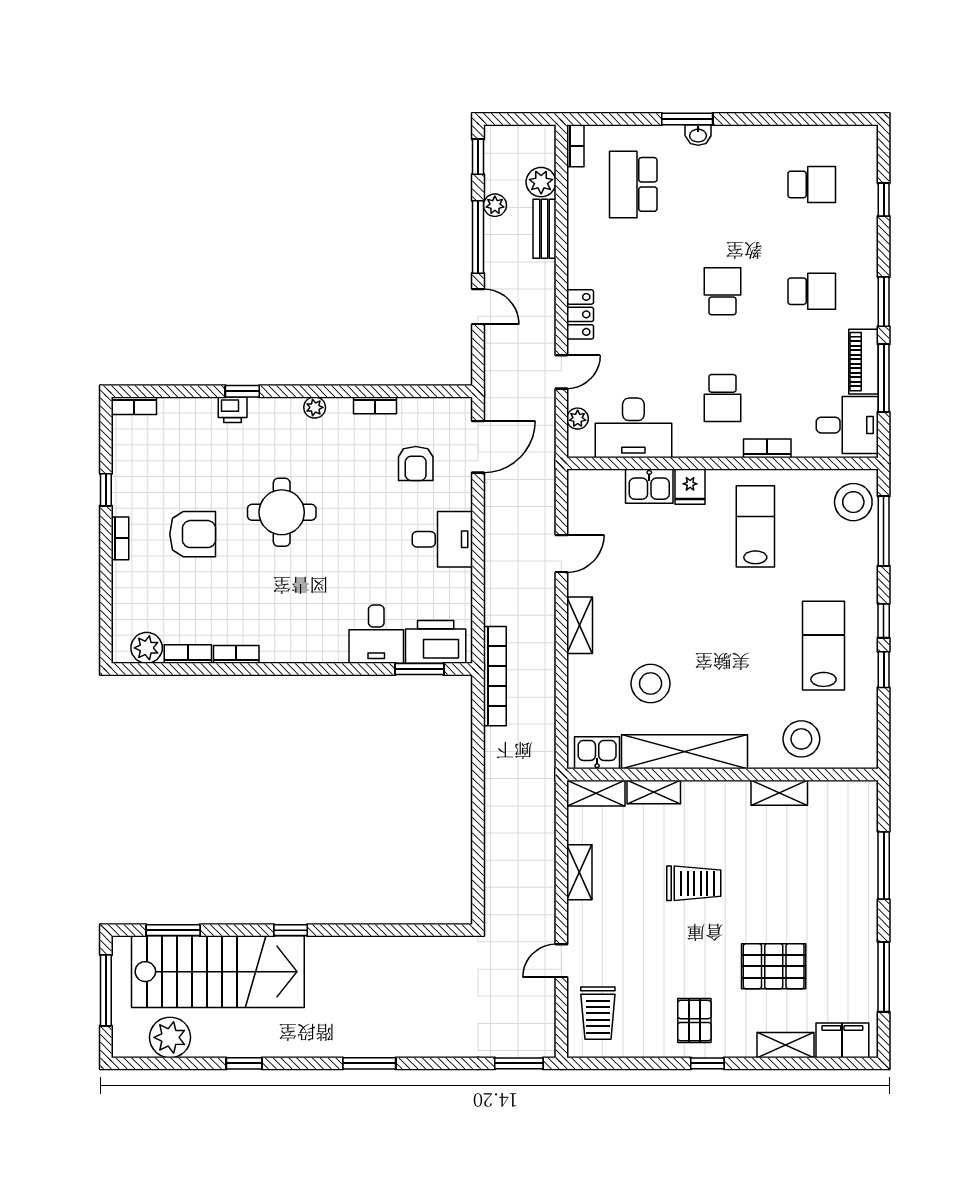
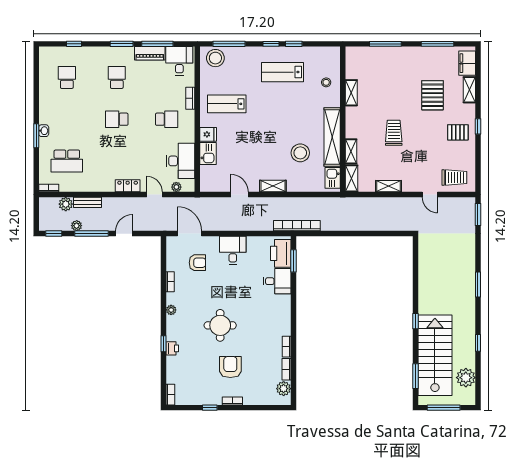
stool: (801, 739) -> (326, 82), width x0.53, depth x0.53

